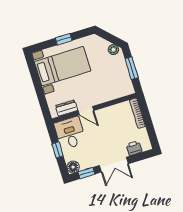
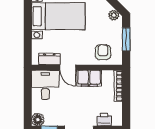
armchair: (114, 87) -> (103, 52), added
filing cabinet: (109, 114) -> (89, 78), added
window: (58, 150) -> (28, 98), removed

